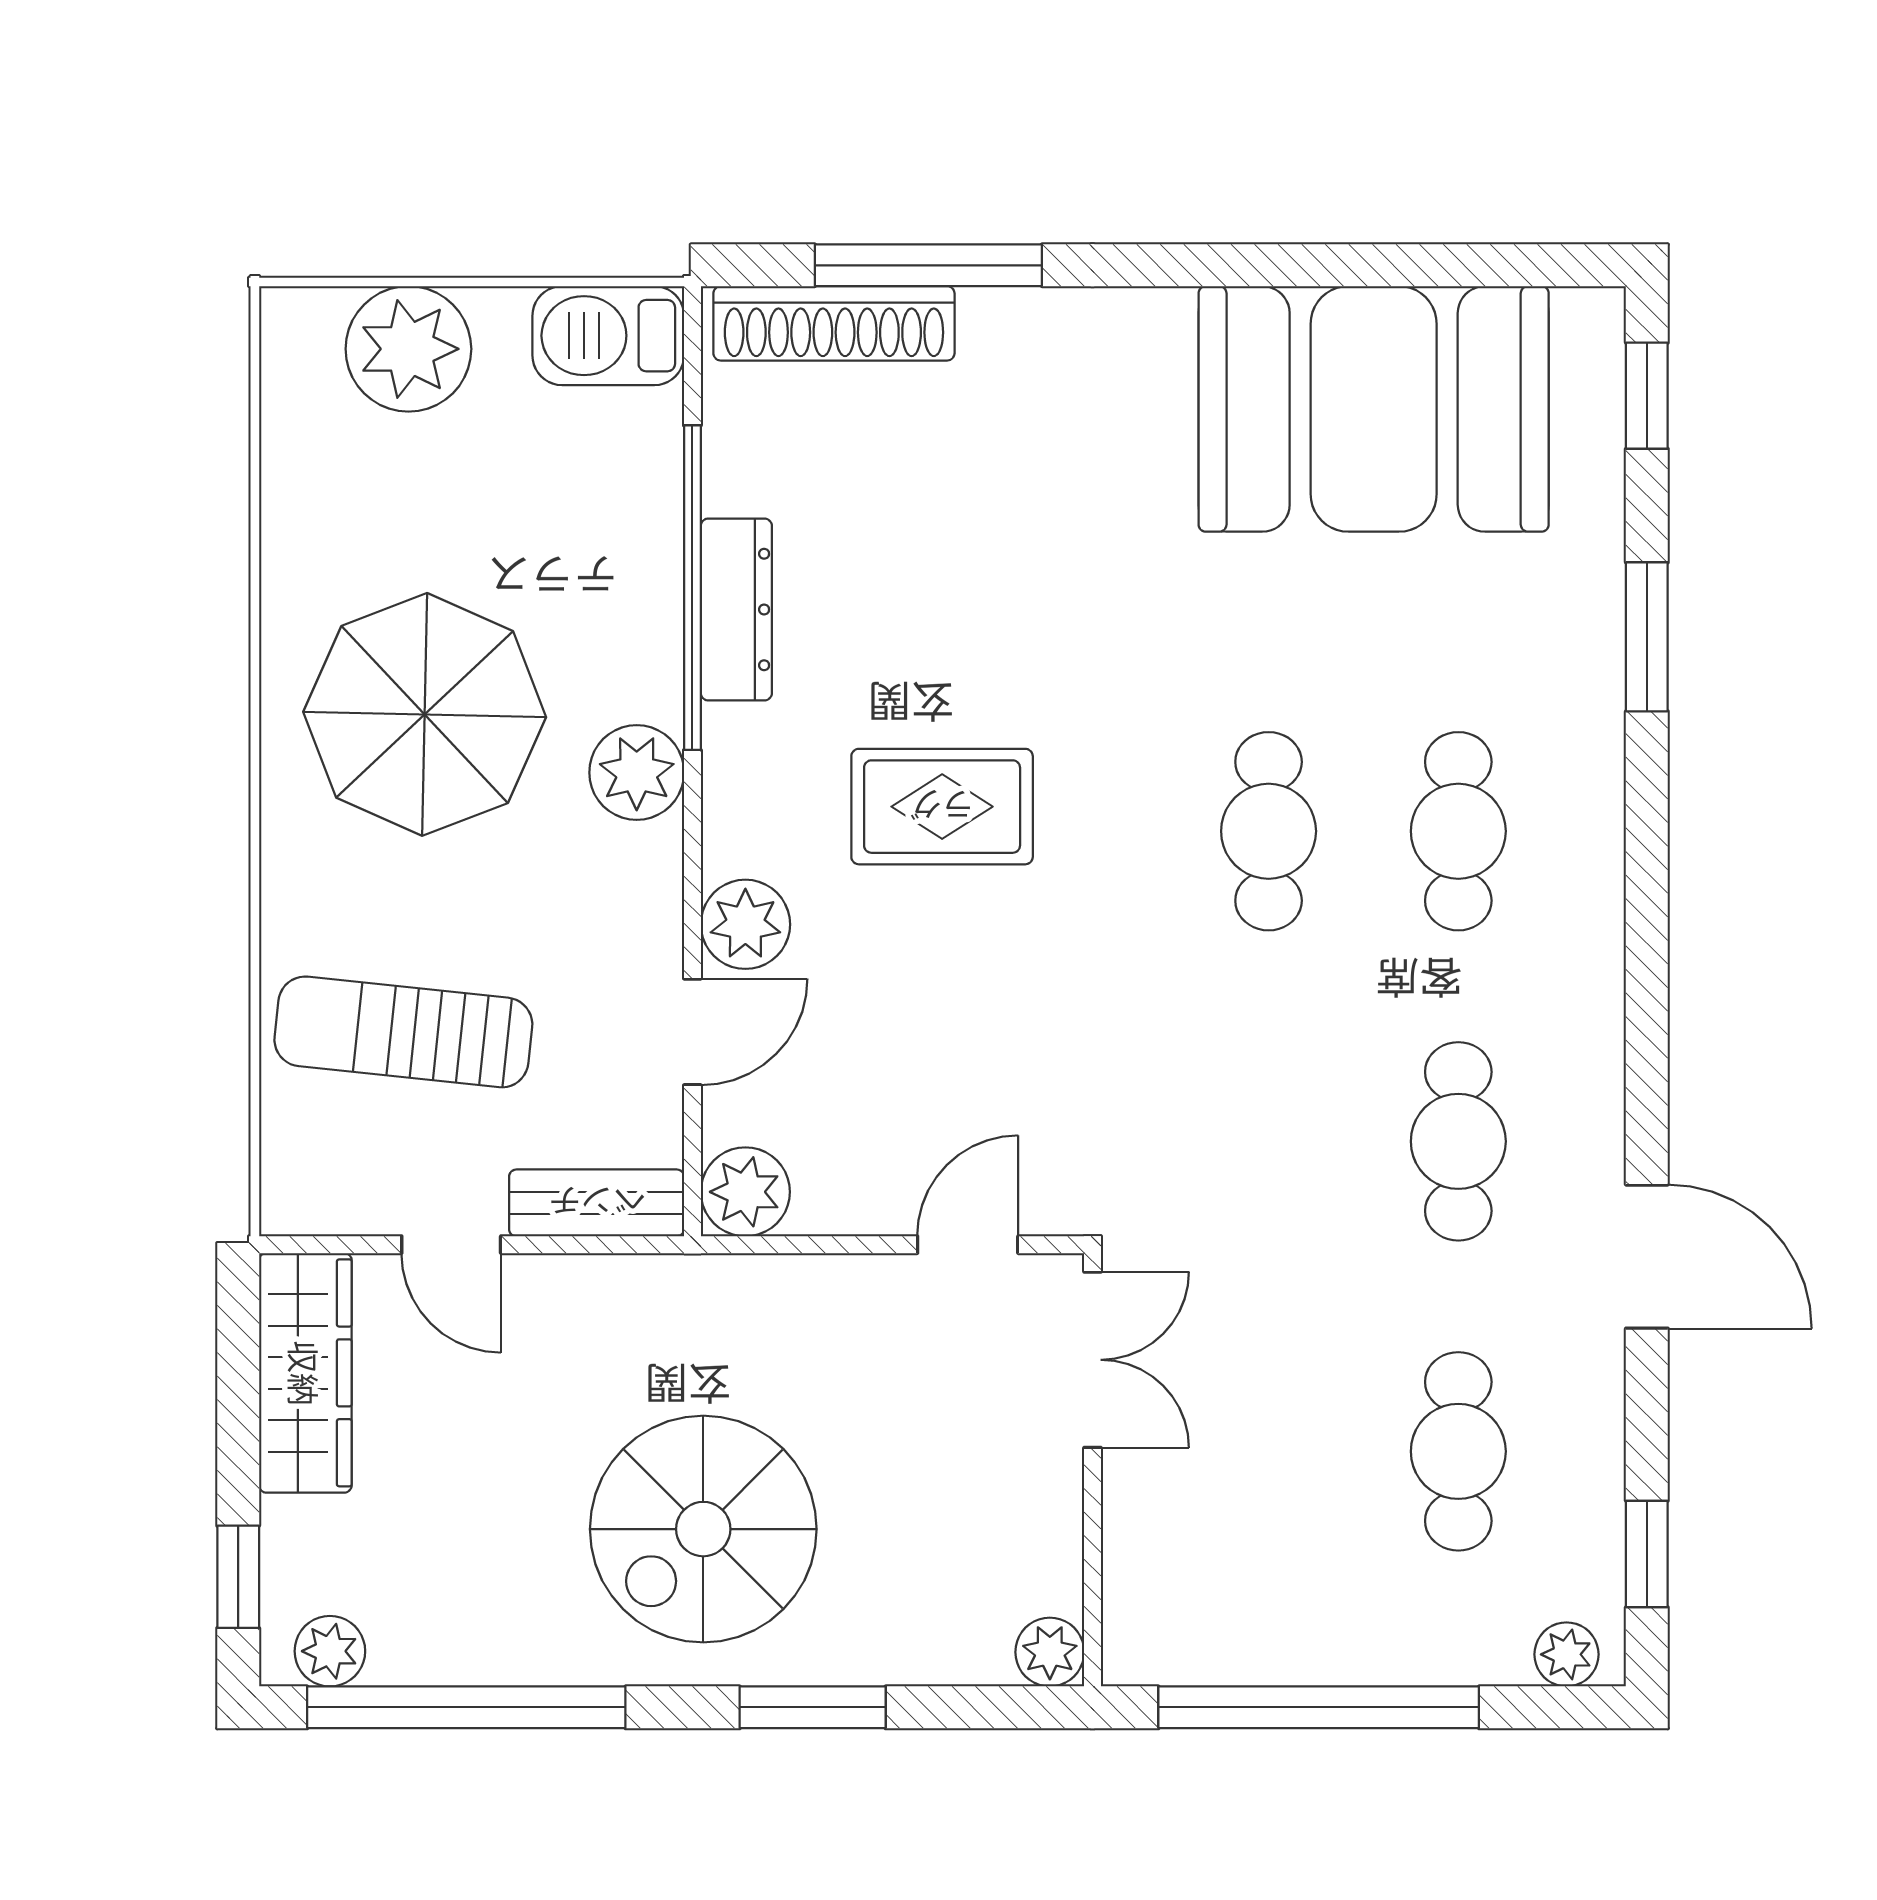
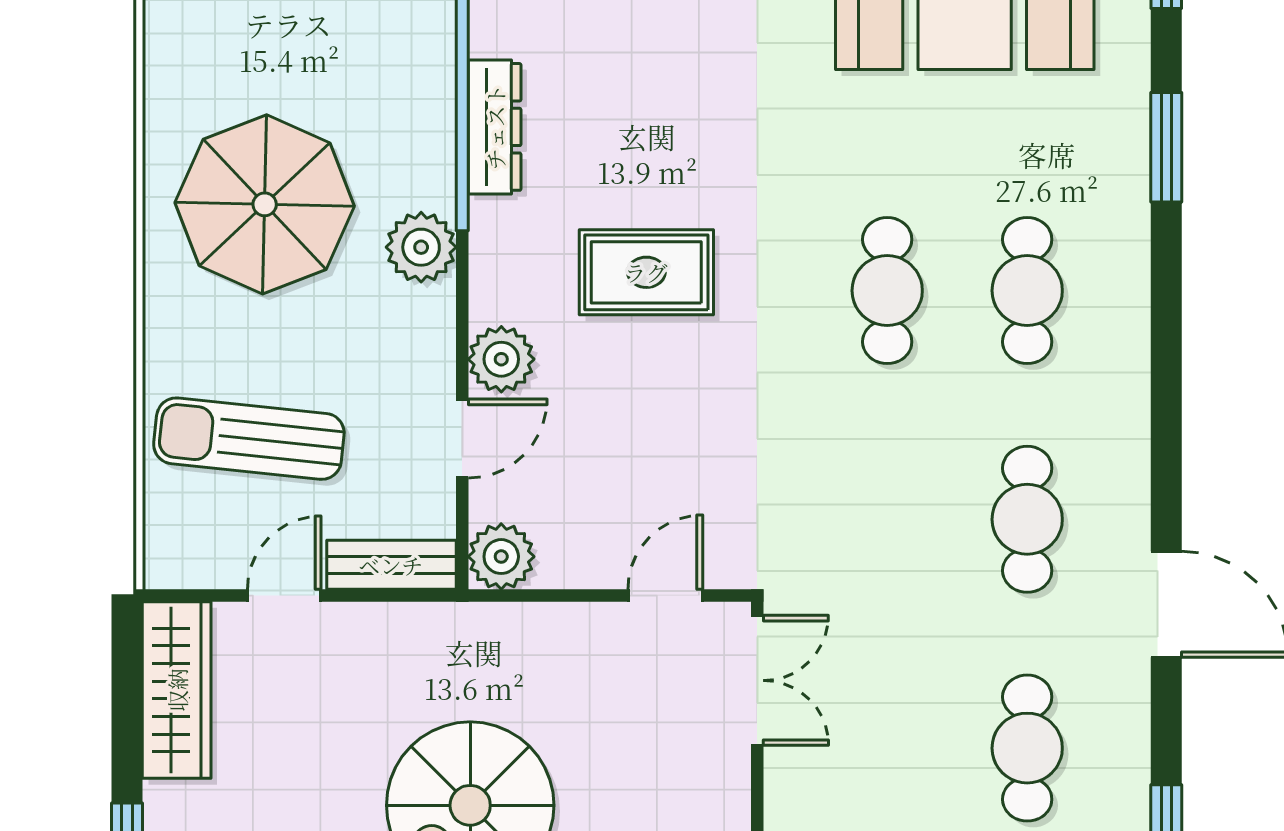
door: (451, 1245) -> (284, 596), swing flipped

